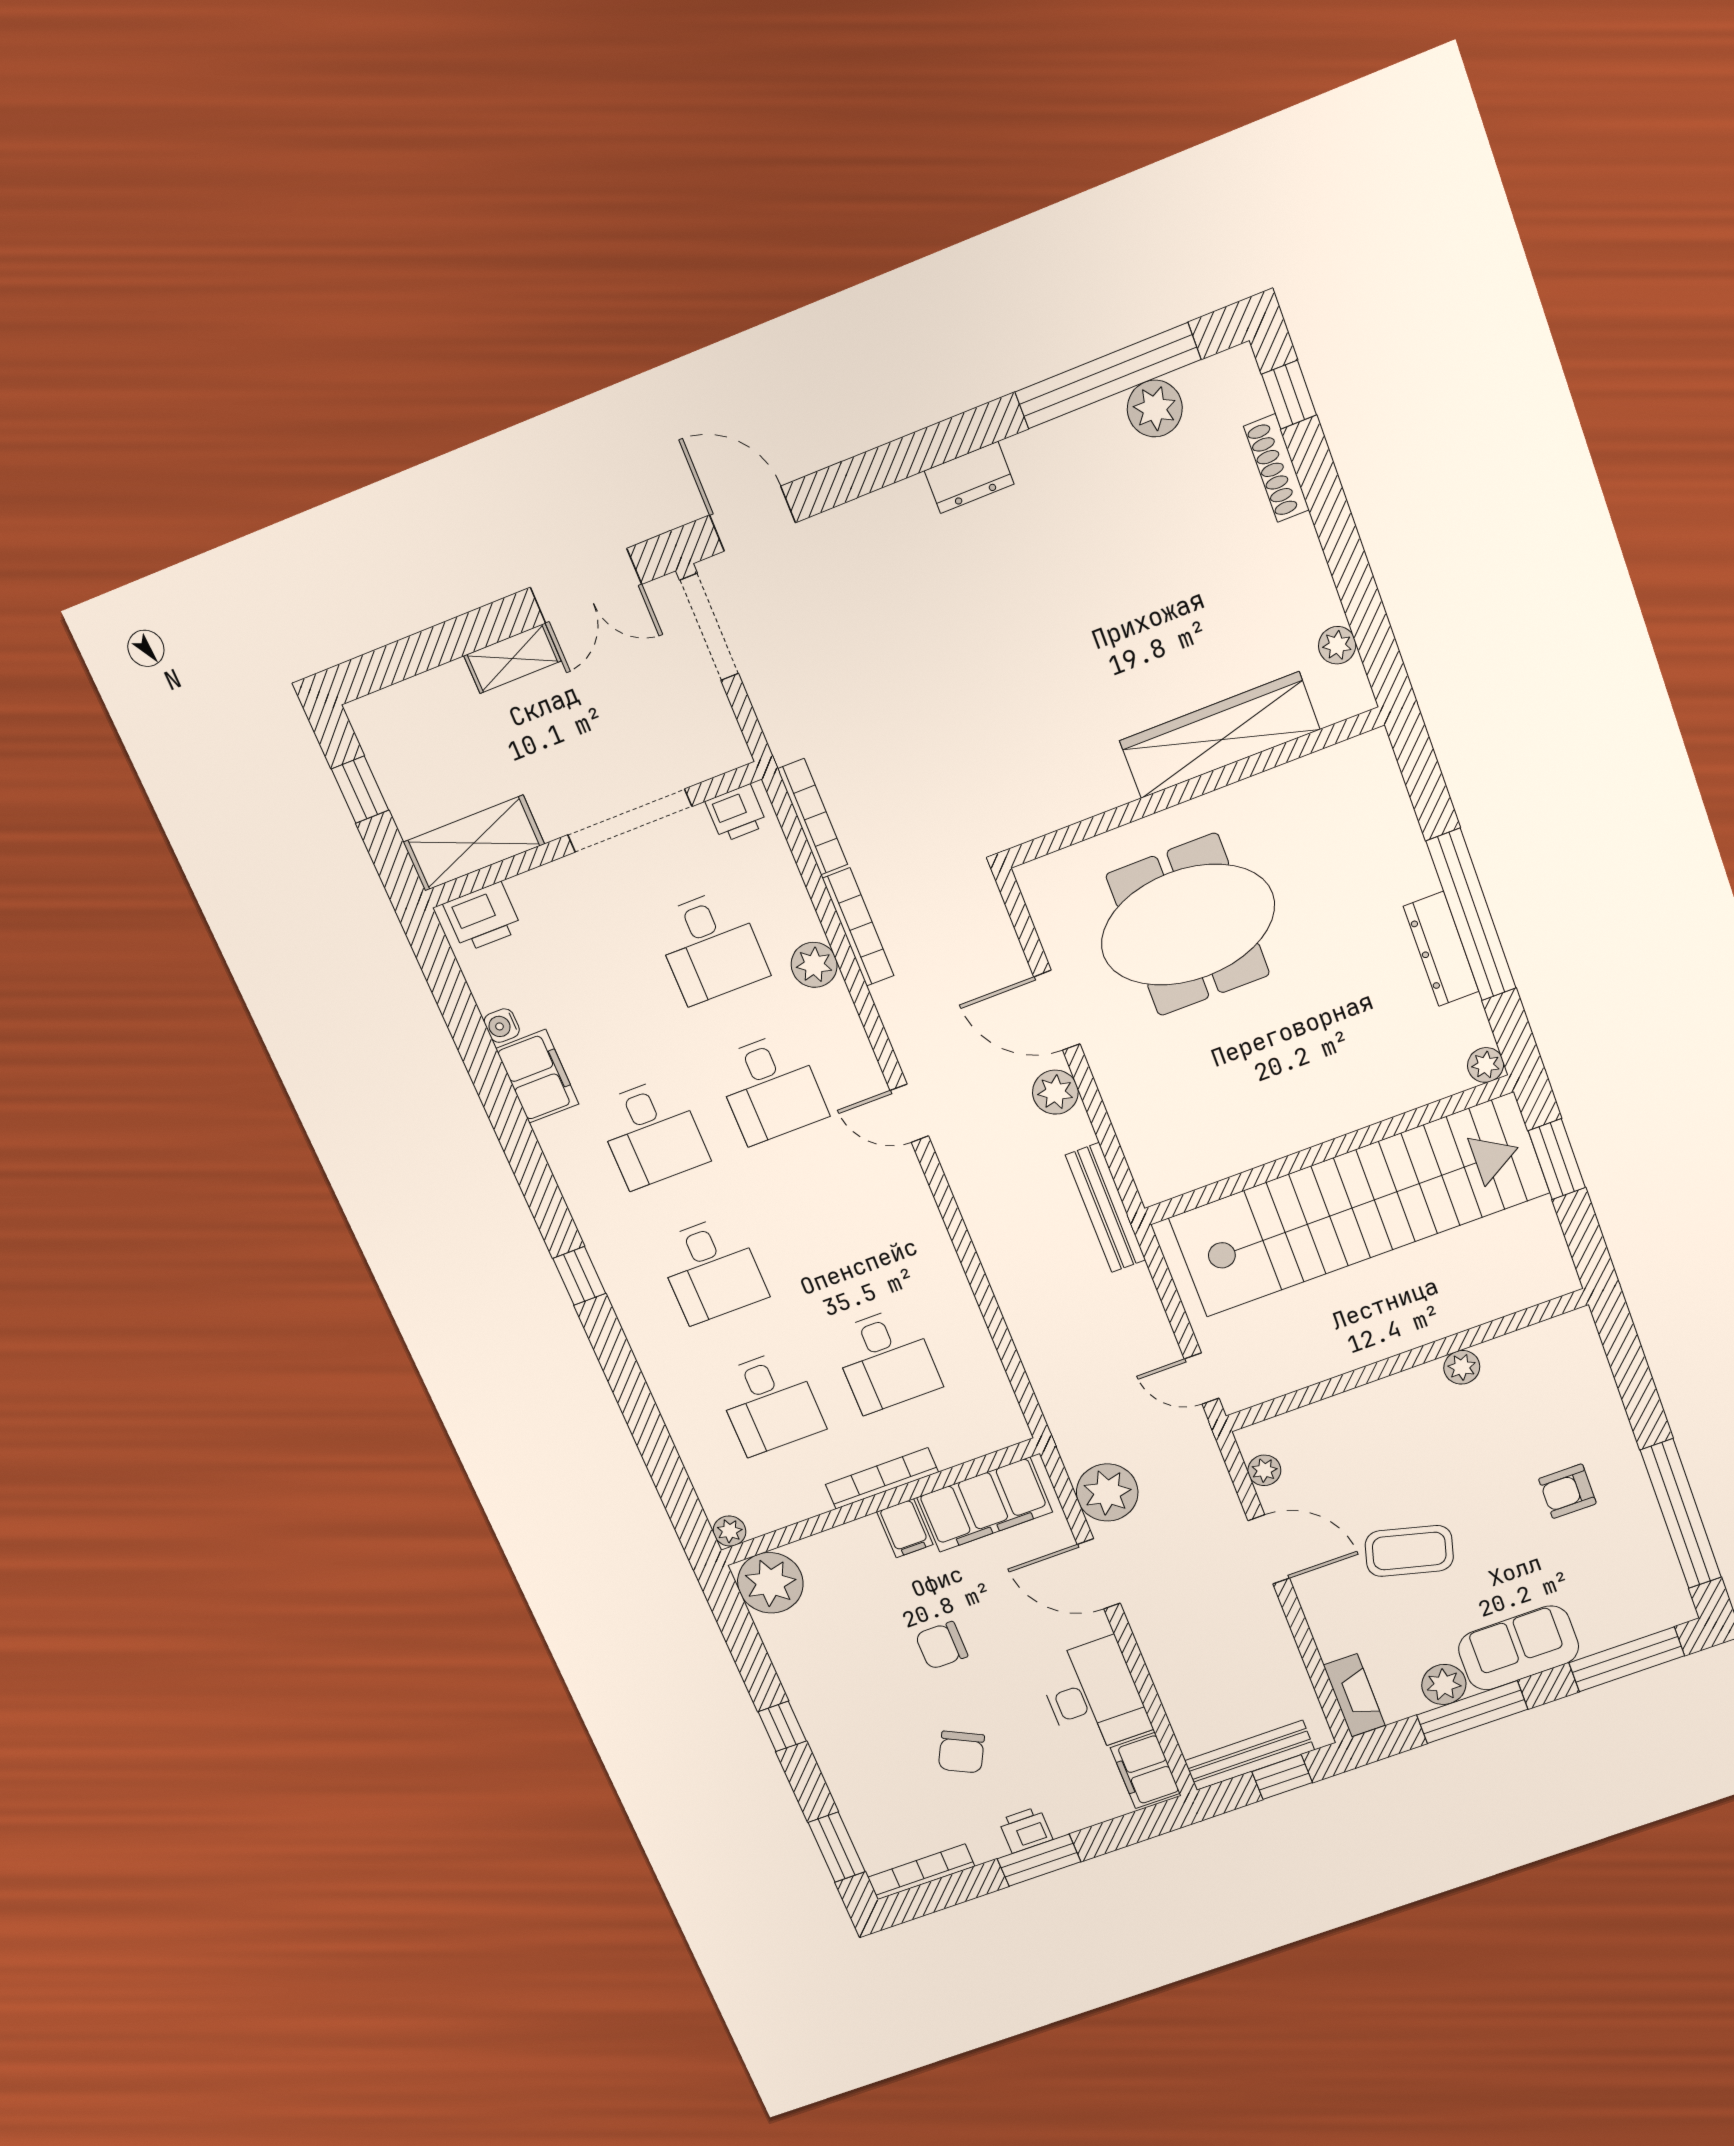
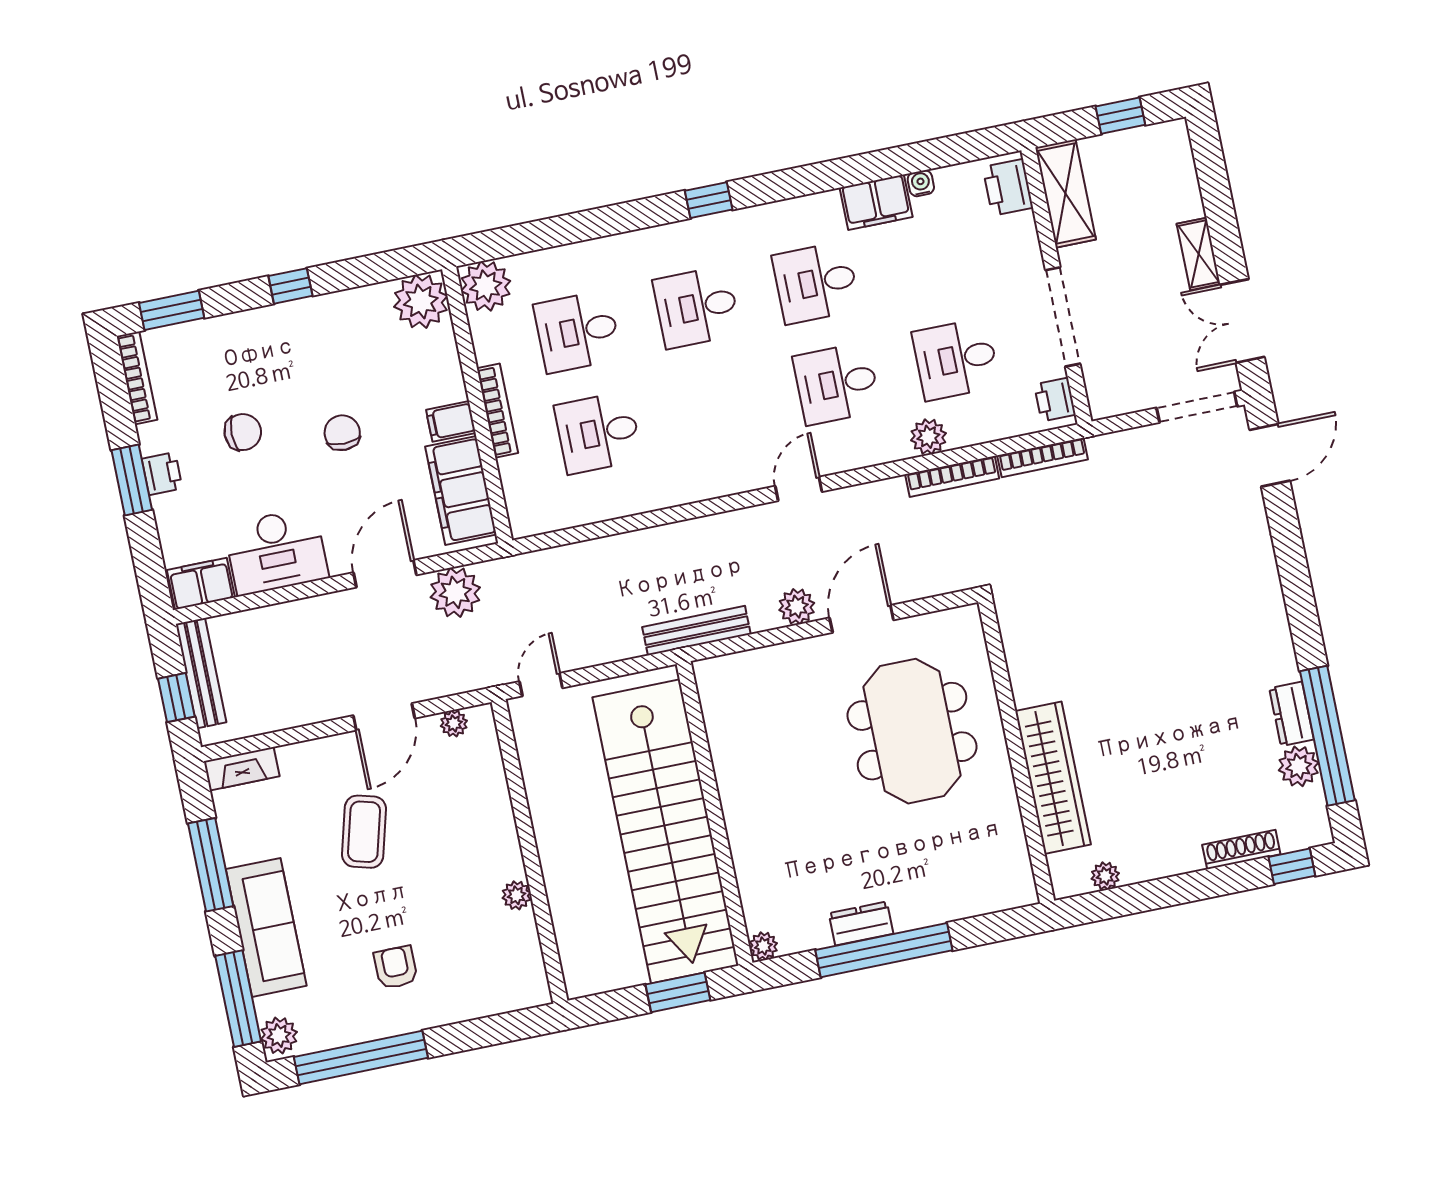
dresser: (969, 477) -> (1292, 714), moved
dresser: (1441, 949) -> (861, 923), width x0.70
plant: (730, 1531) -> (486, 286), width x1.88, depth x1.88
sofa: (1519, 1648) -> (266, 927), width x1.36
plant: (1444, 1684) -> (279, 1036), moved
chair: (961, 1752) -> (243, 432), turned 153

